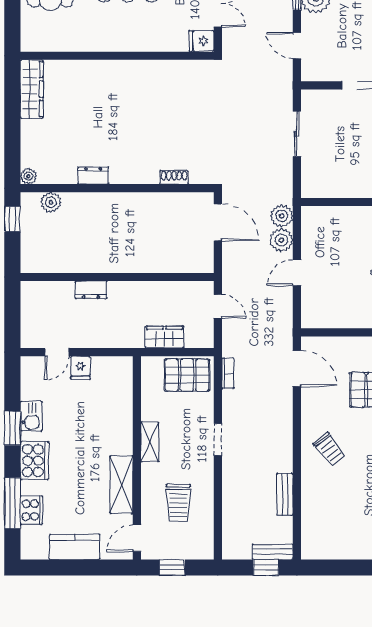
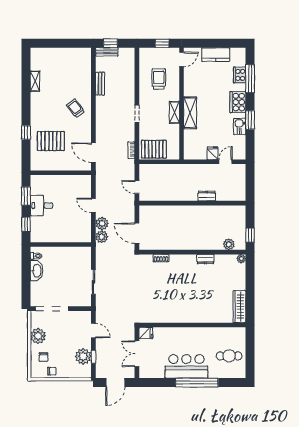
door: (297, 273) -> (93, 206), swing flipped
wardrobe: (165, 337) -> (166, 170), removed
shelving: (121, 485) -> (190, 113), moved

